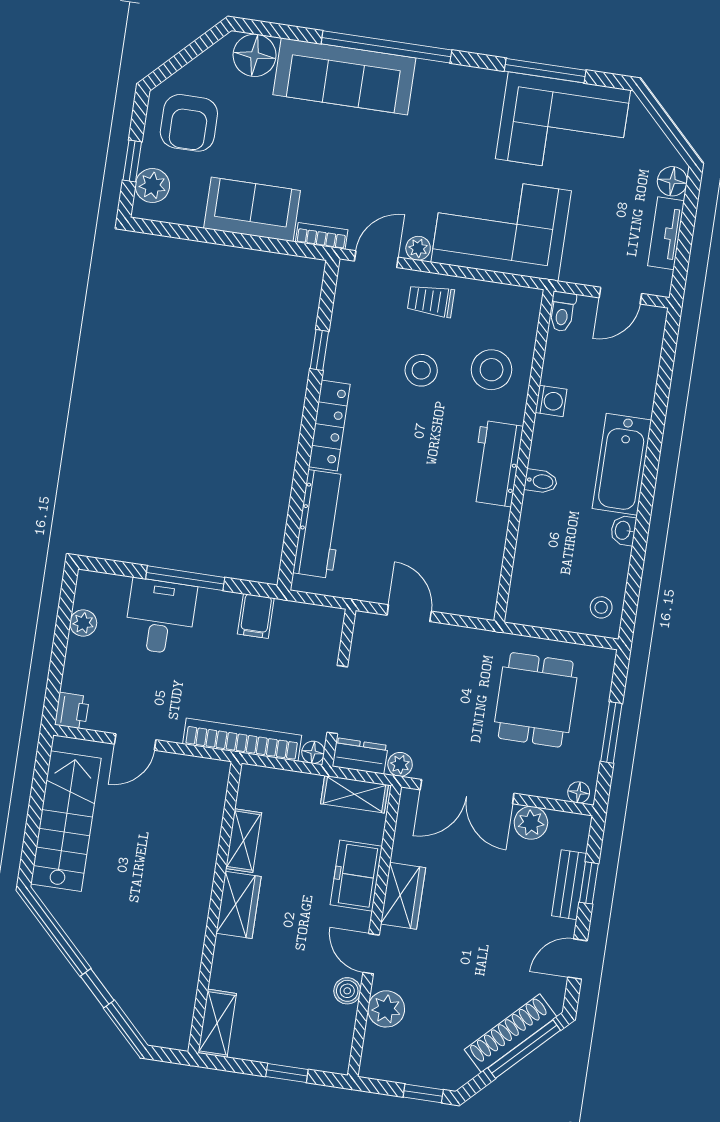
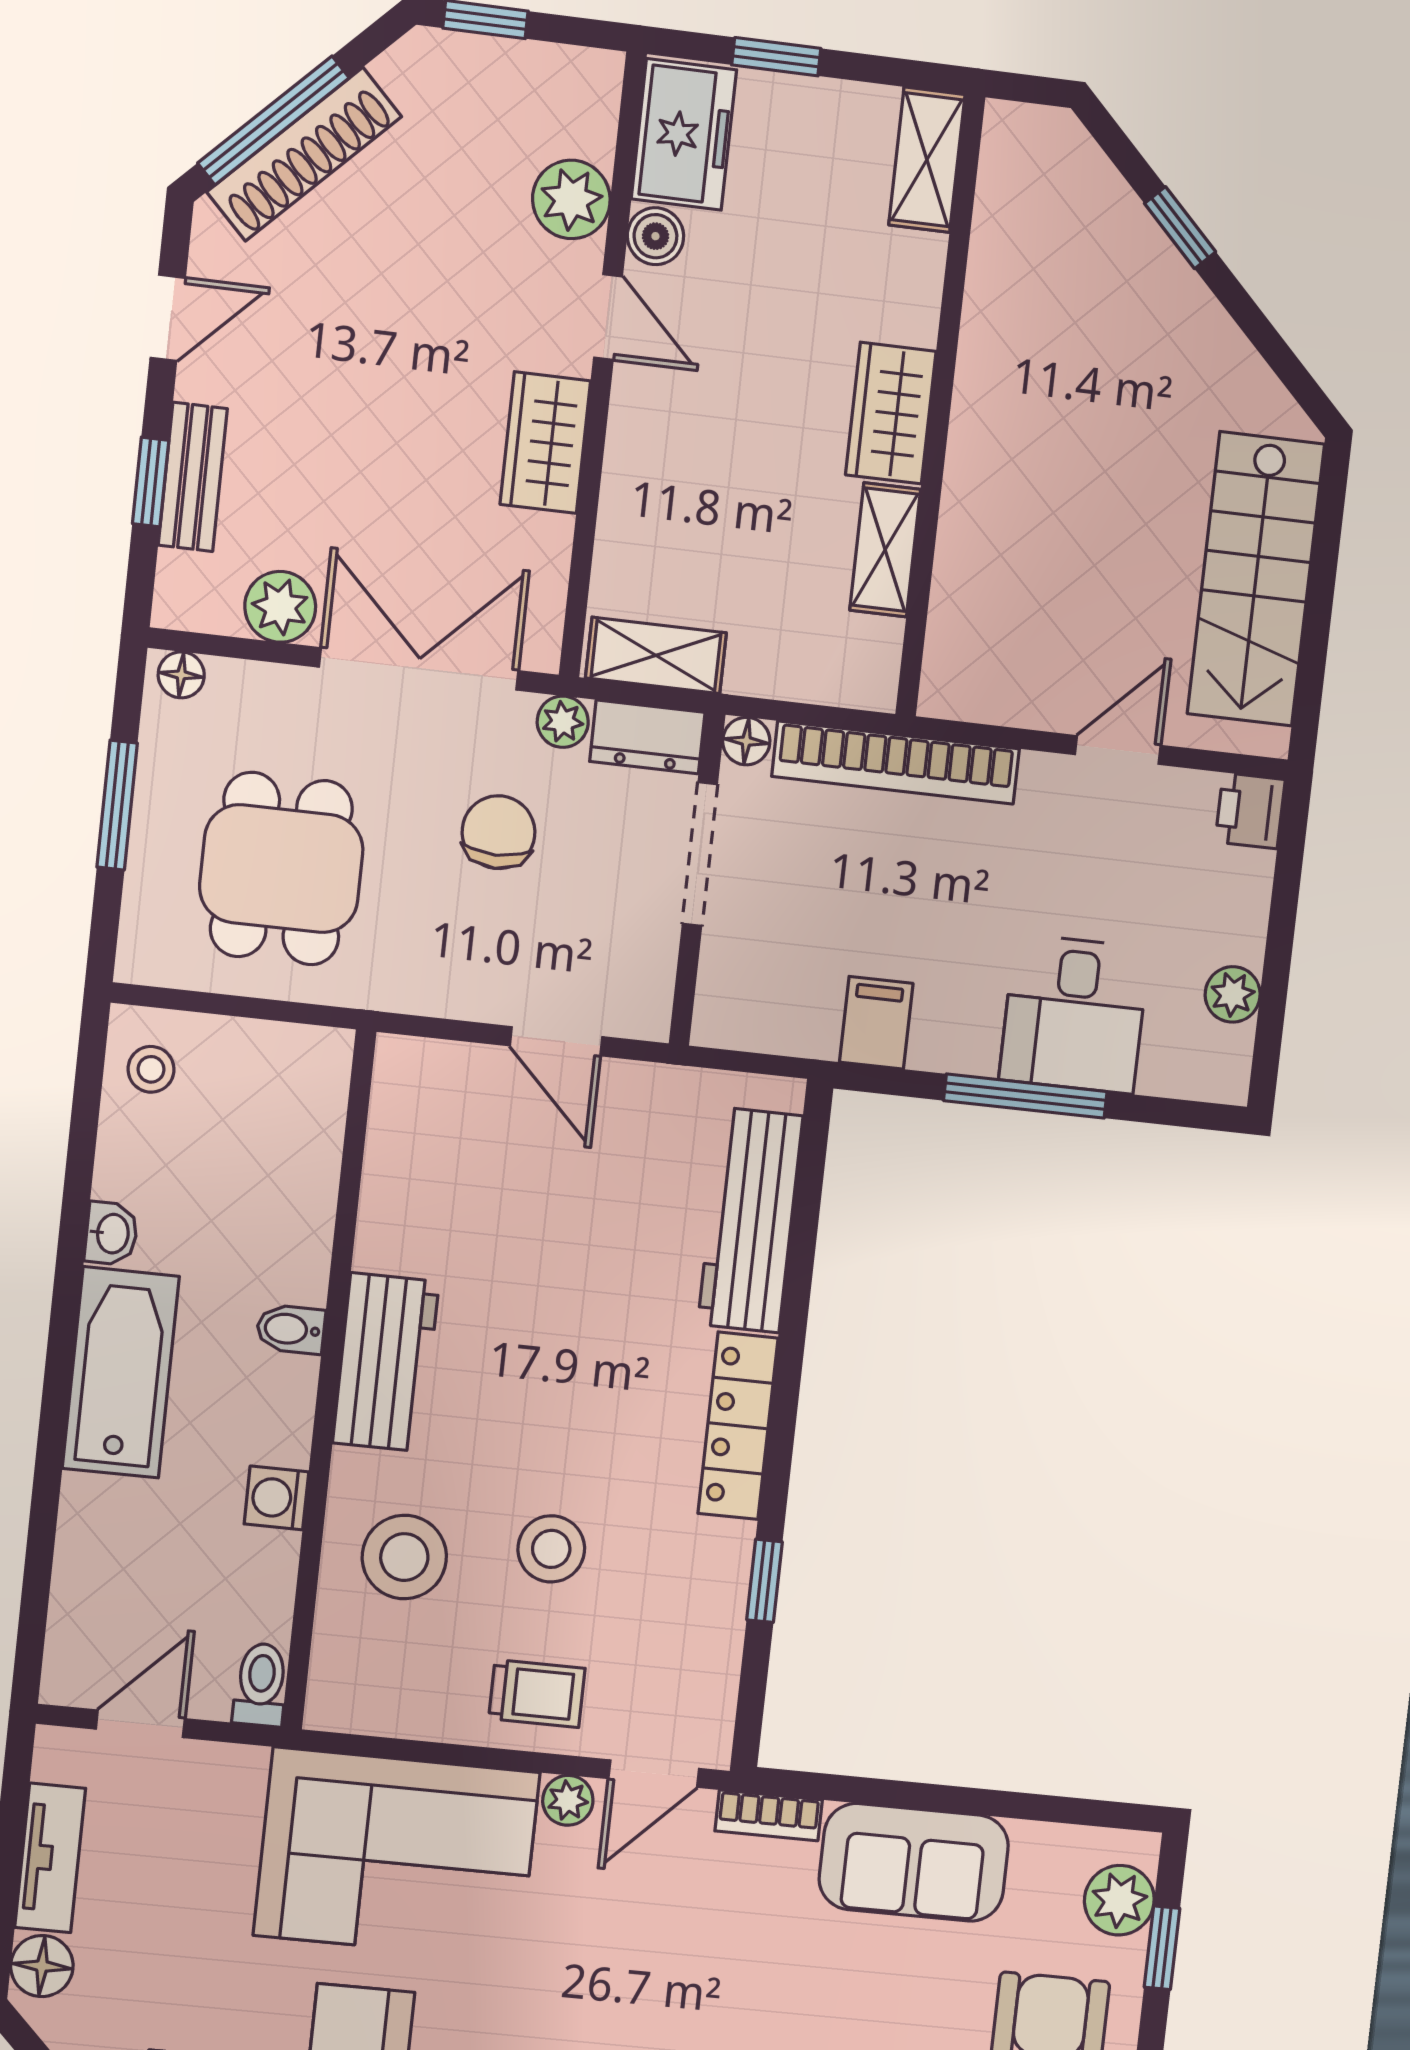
chair: (433, 713) -> (498, 832), added
freezer: (356, 876) -> (684, 134), moved

